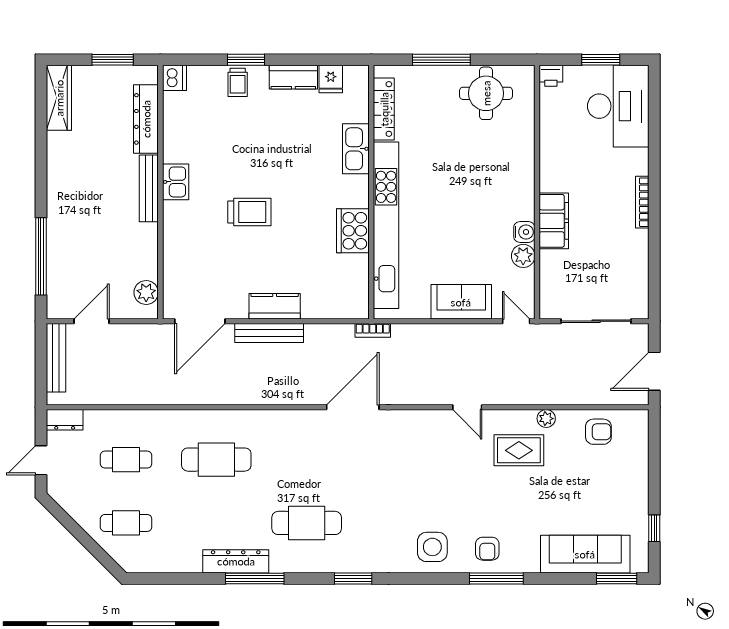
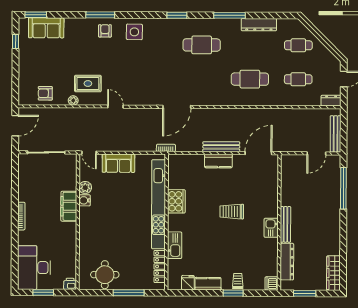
plant: (146, 292) -> (287, 169), removed
sofa: (585, 554) -> (46, 28), width x0.73
dresser: (236, 561) -> (259, 25), moved

